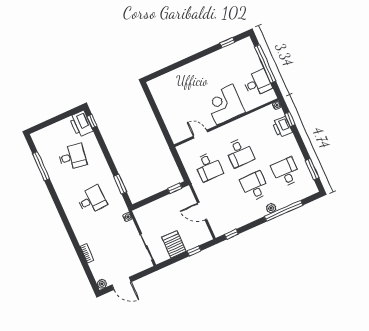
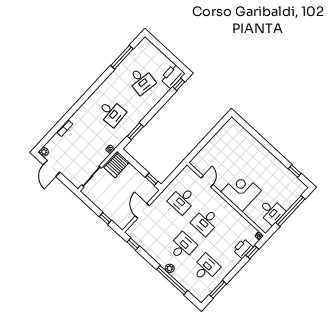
server rack: (174, 244) -> (117, 165), moved, turned 180

